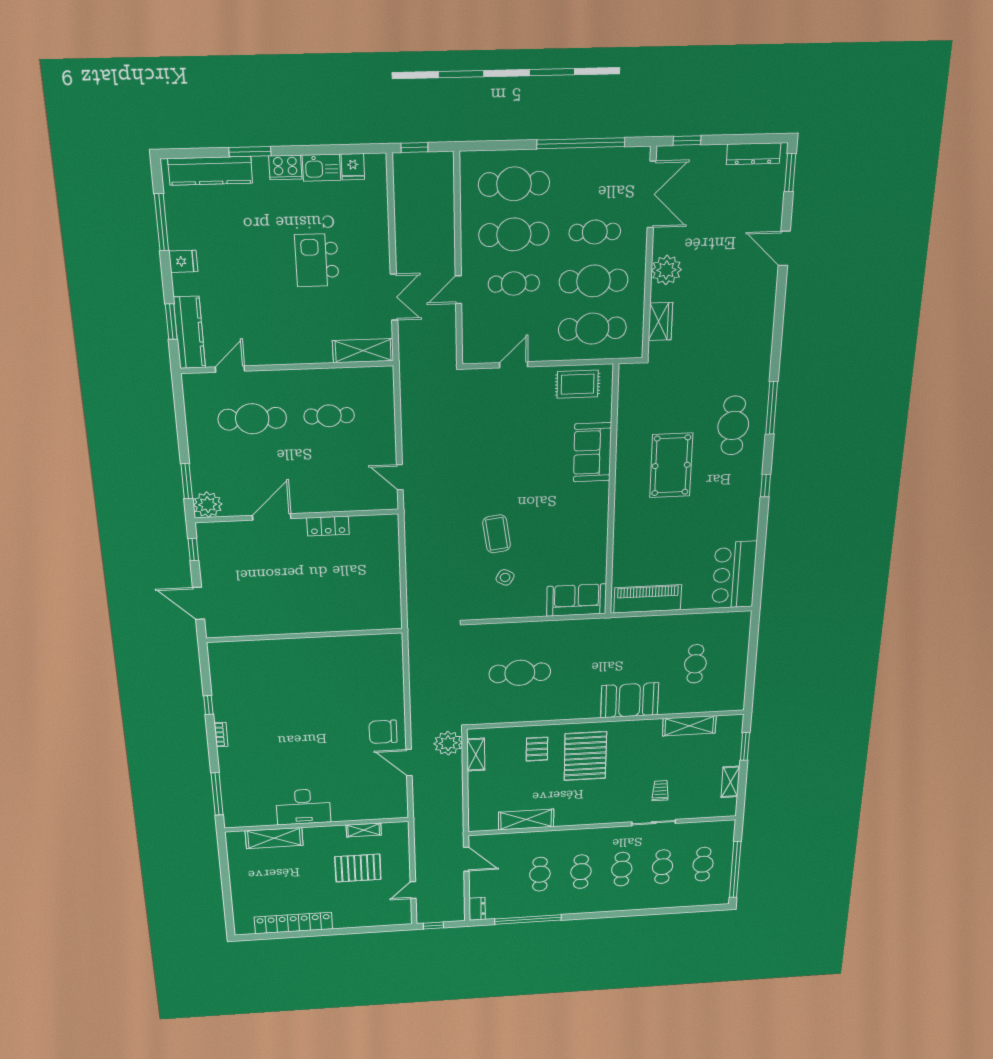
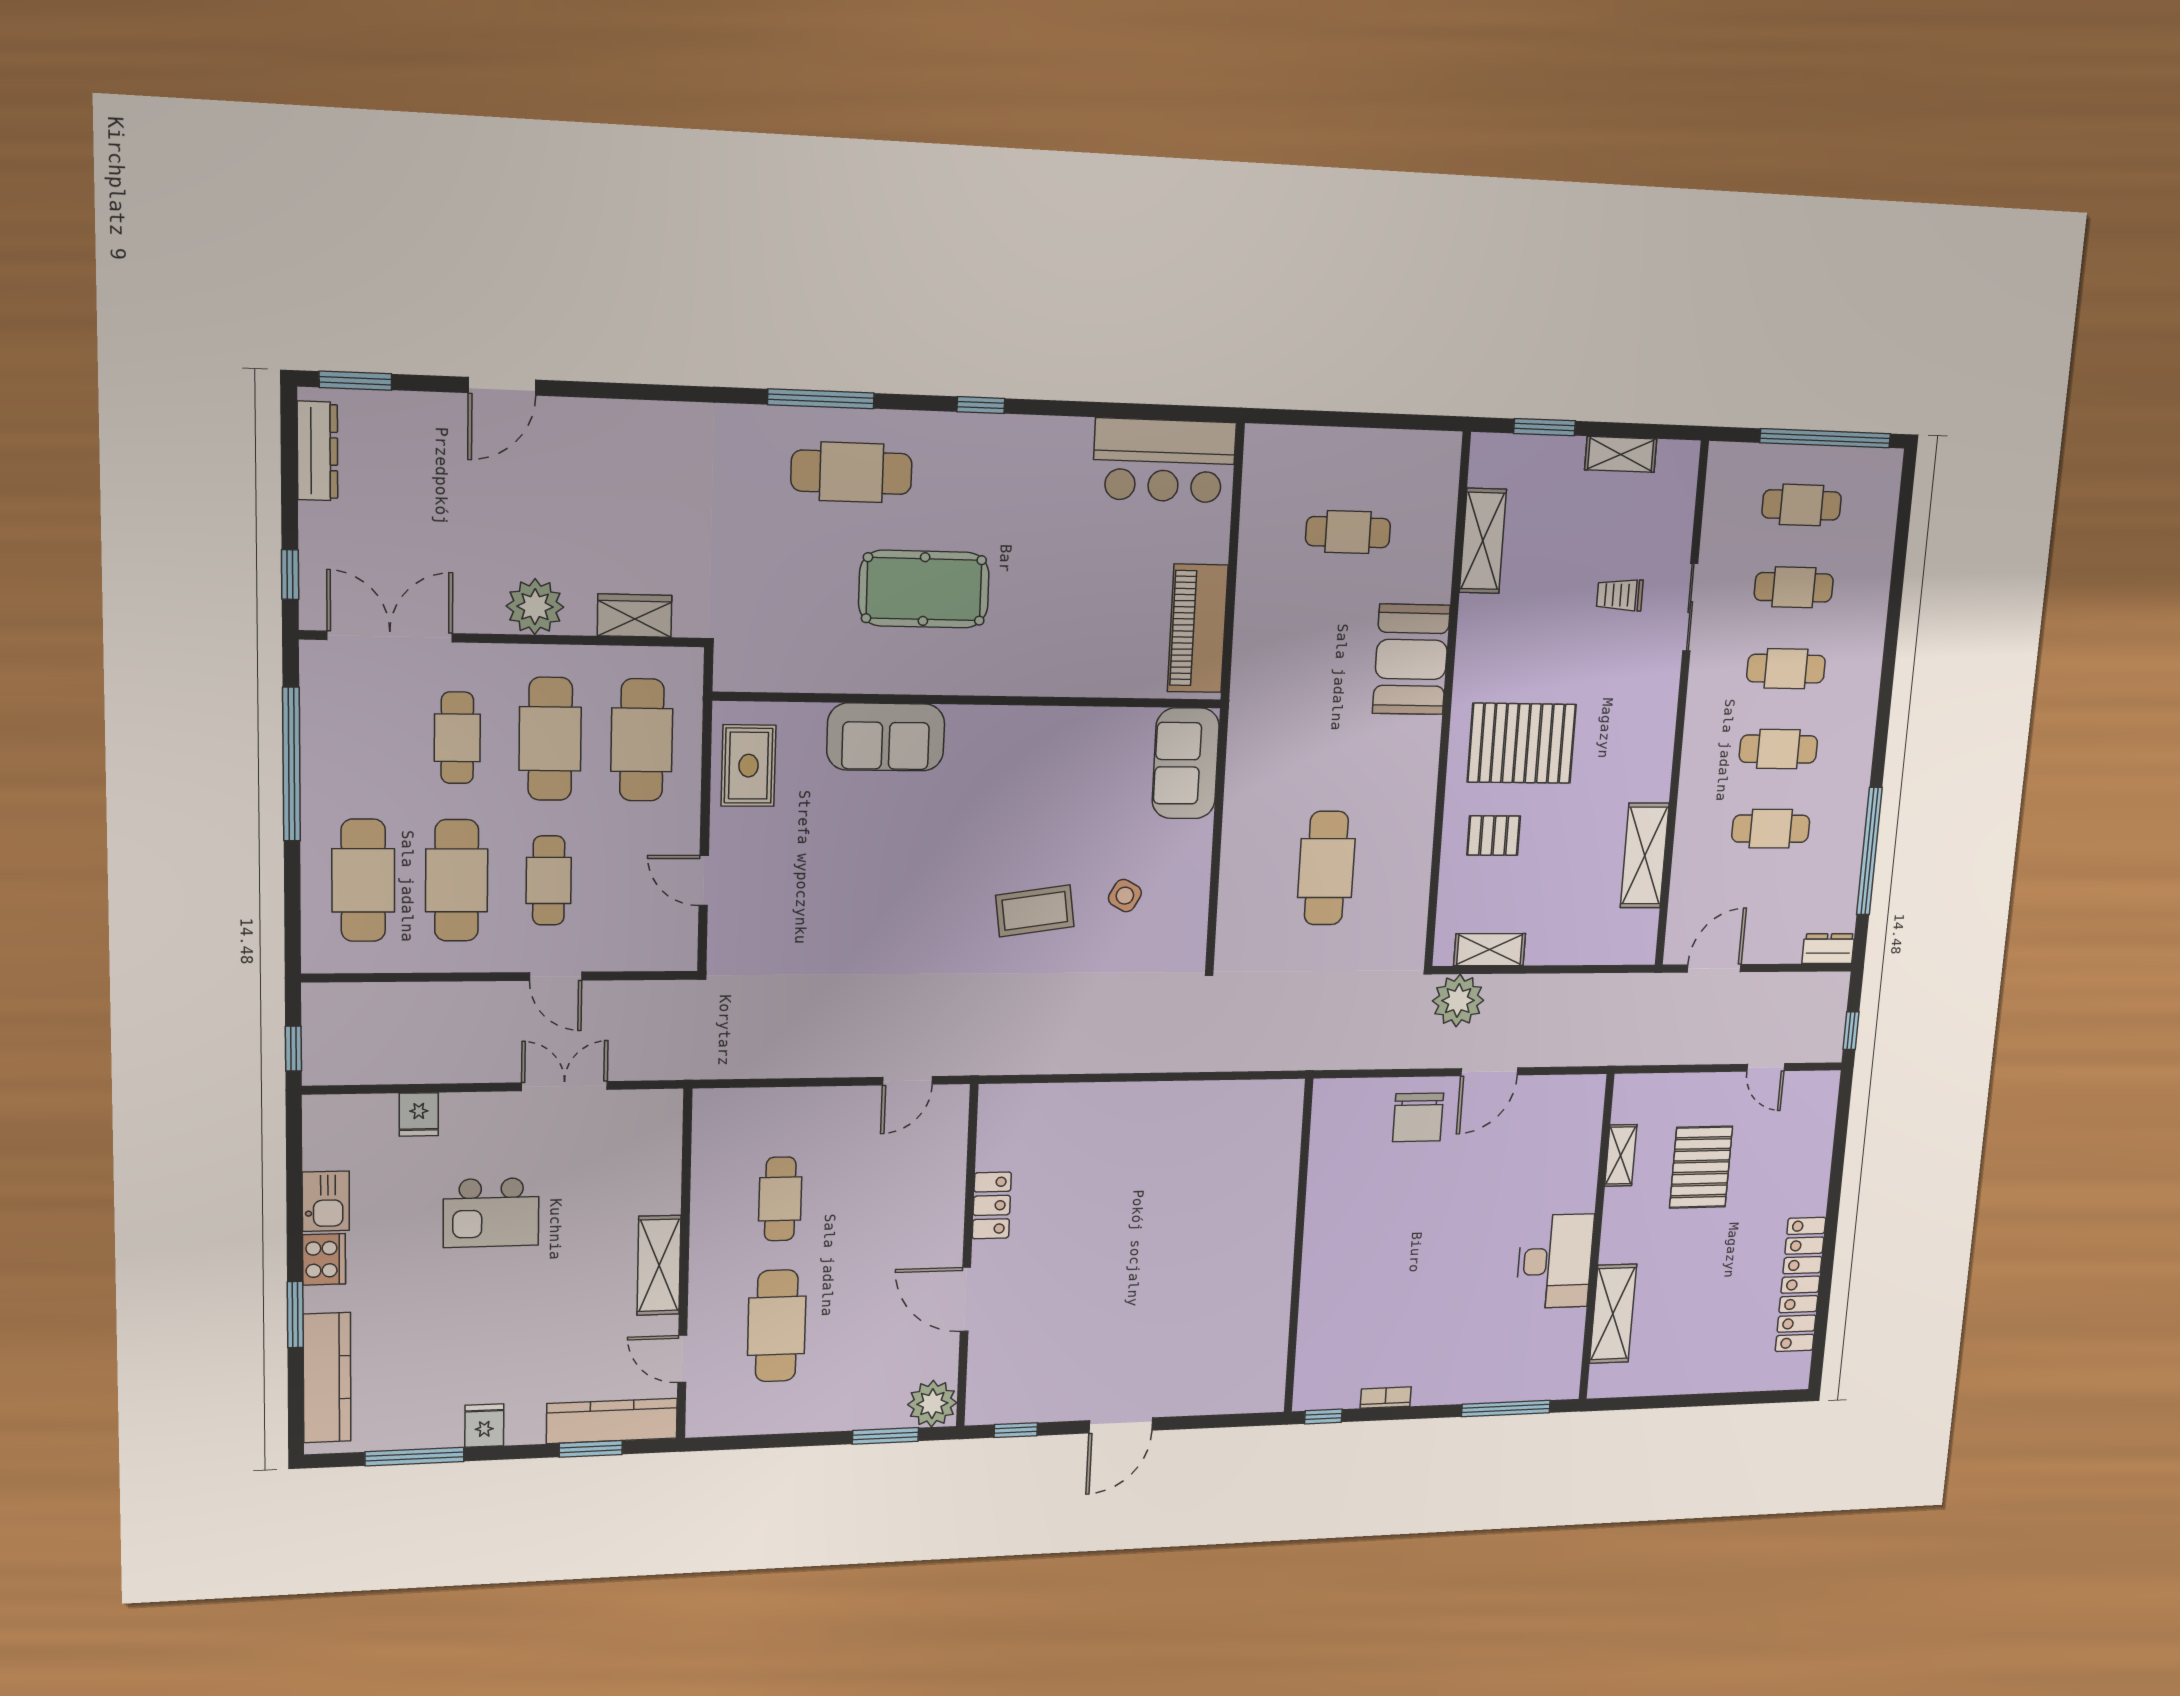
fridge: (353, 167) -> (419, 1114), moved, turned 90
shelving: (363, 351) -> (659, 1265), moved
wall: (305, 635) -> (1298, 1247), moved

